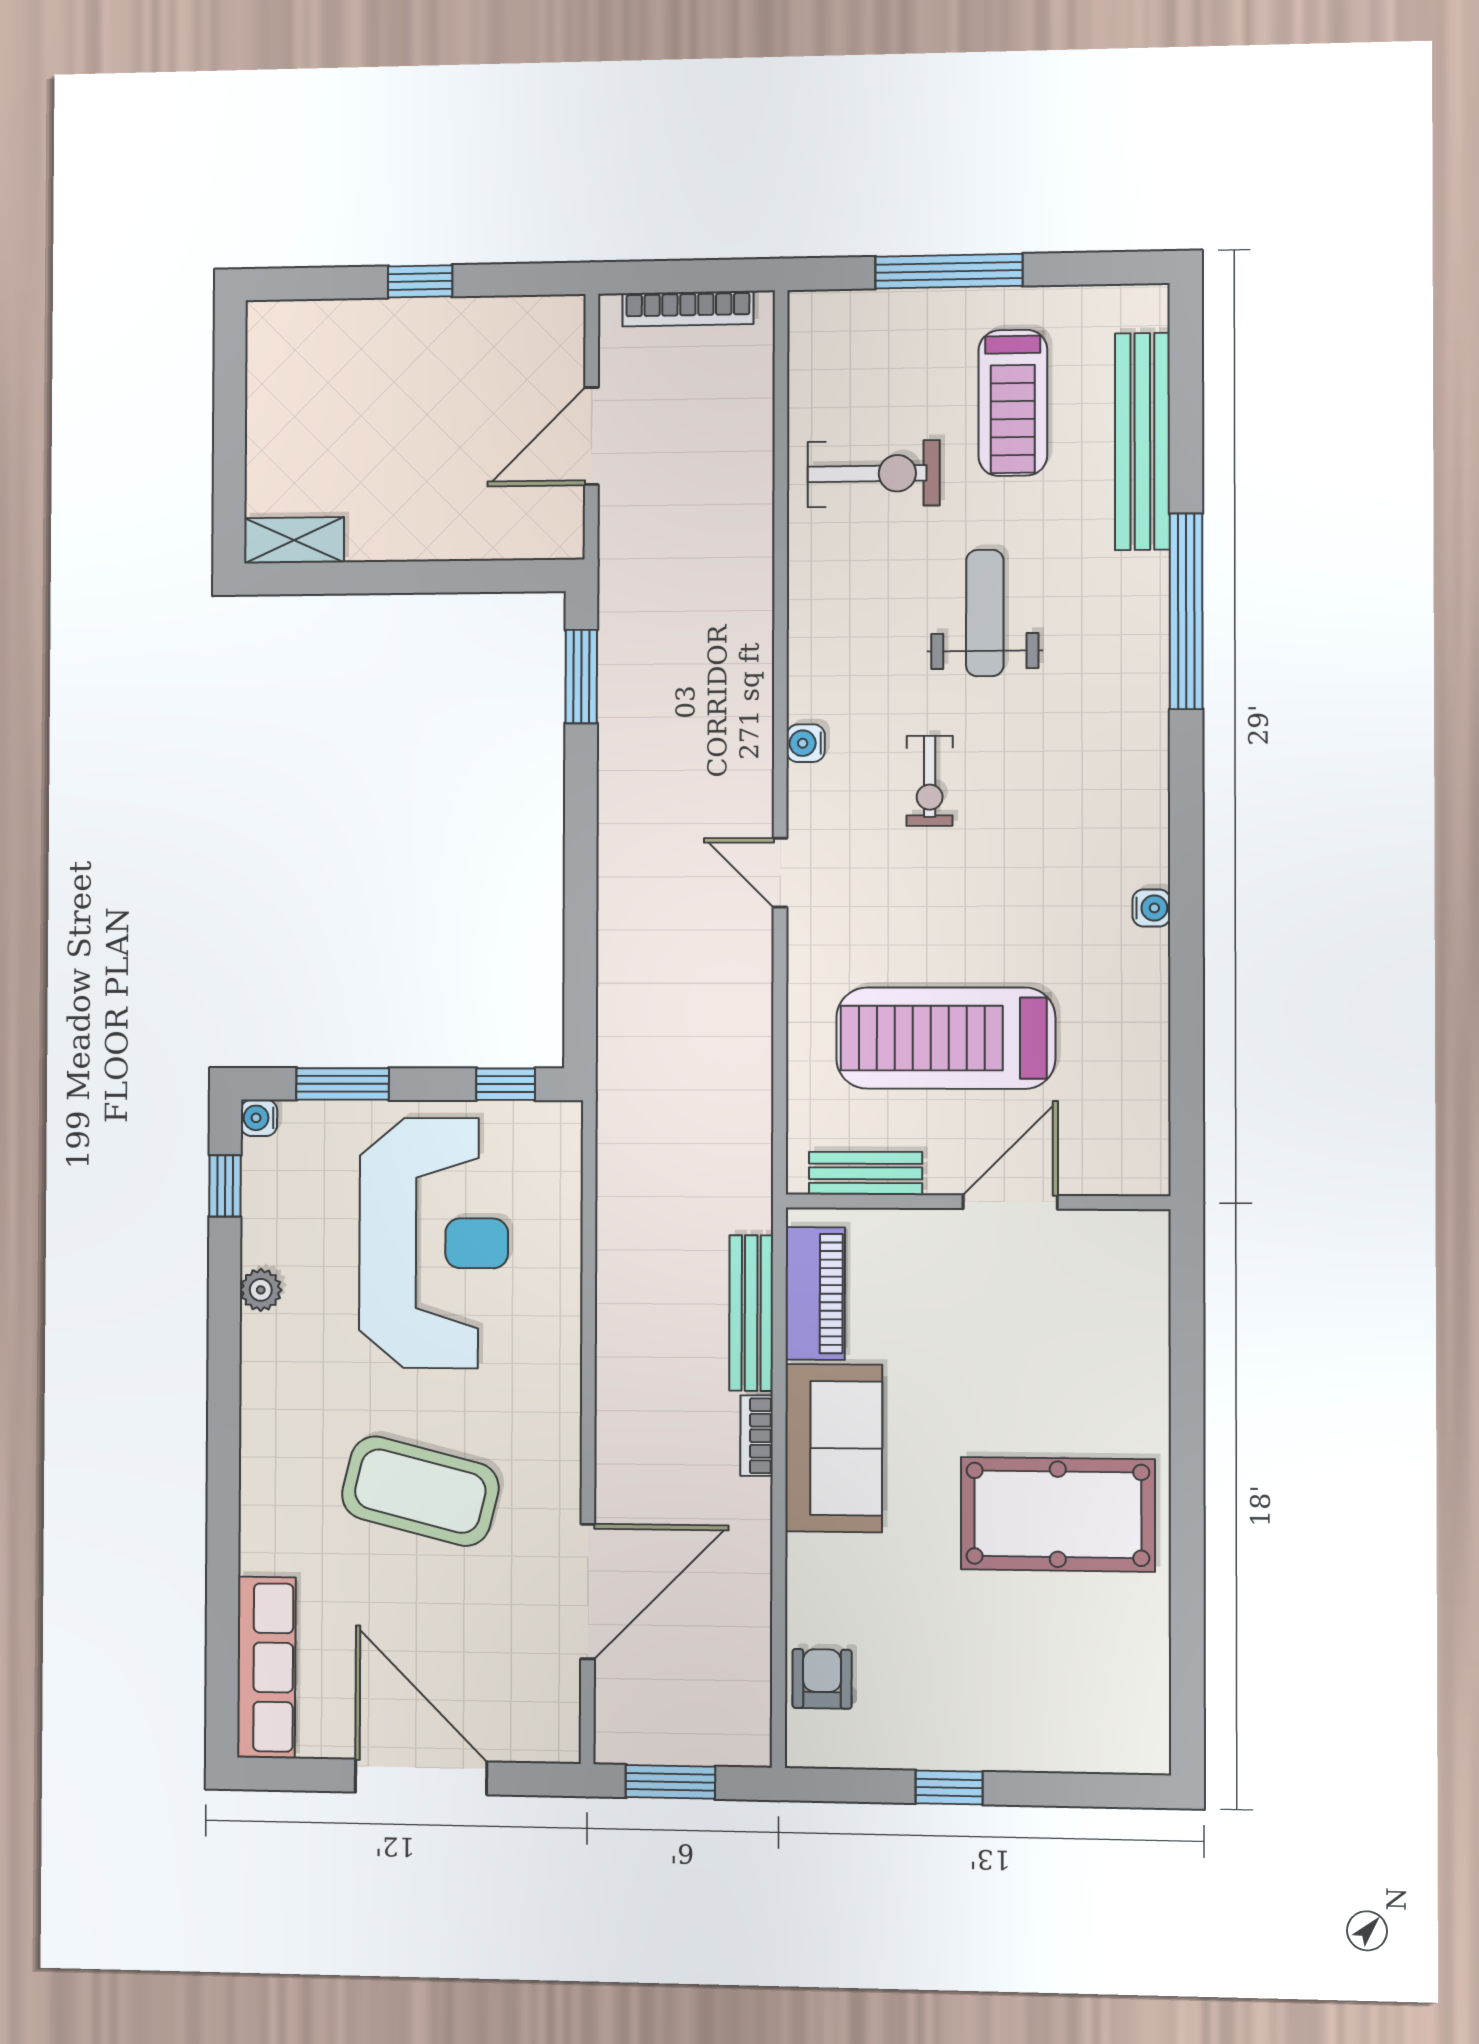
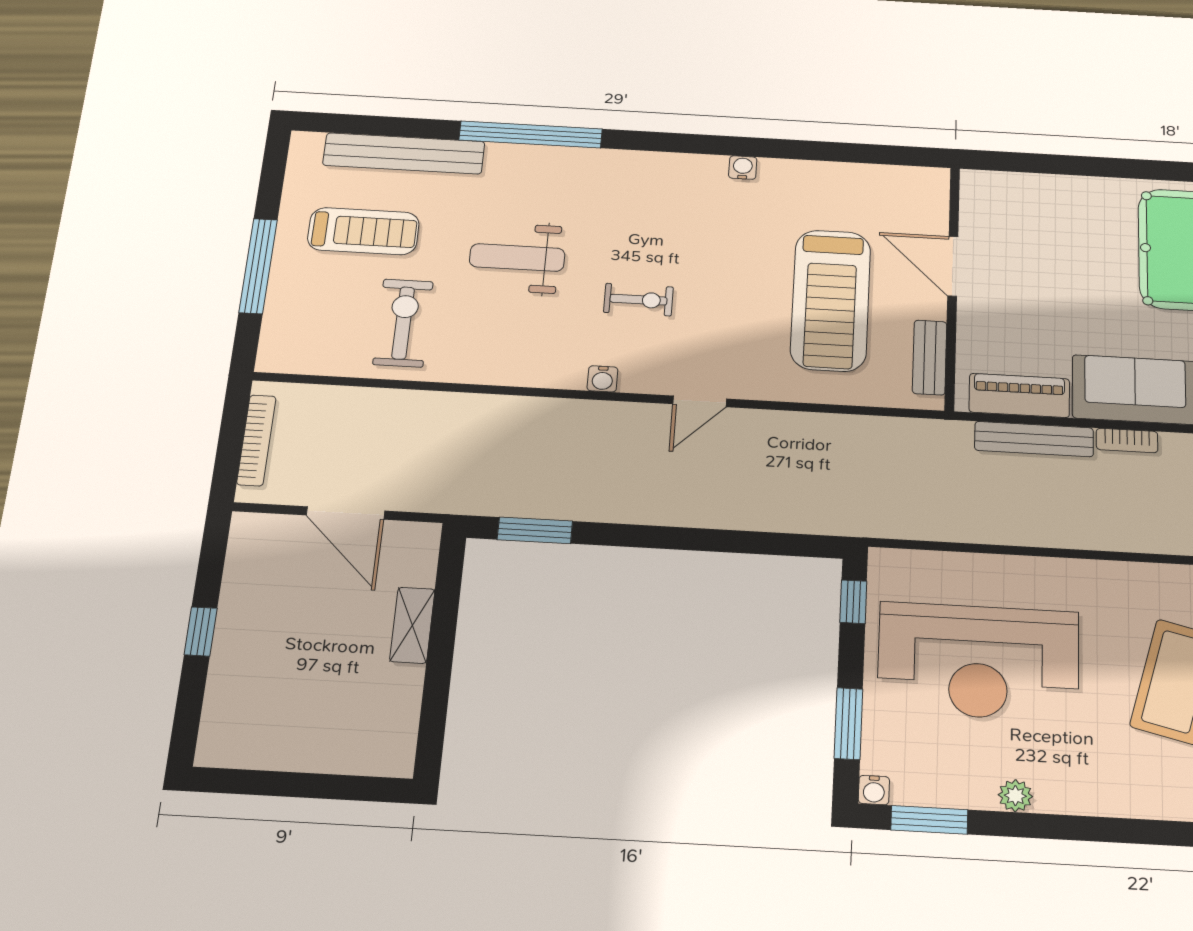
shelving: (294, 540) -> (412, 625), moved
window: (225, 1186) -> (929, 820), width x1.50
reception desk: (434, 1243) -> (978, 661), turned 180

